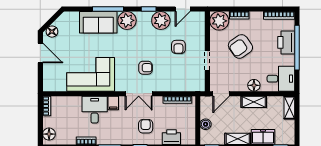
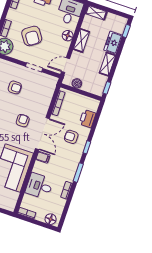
double door: (139, 94) -> (42, 134), width x1.37
door: (221, 94) -> (65, 65), swing flipped
desk: (95, 110) -> (39, 186), moved
boiler: (206, 124) -> (77, 83), moved

